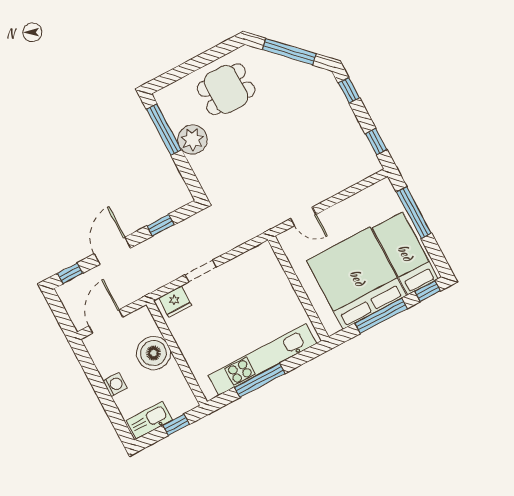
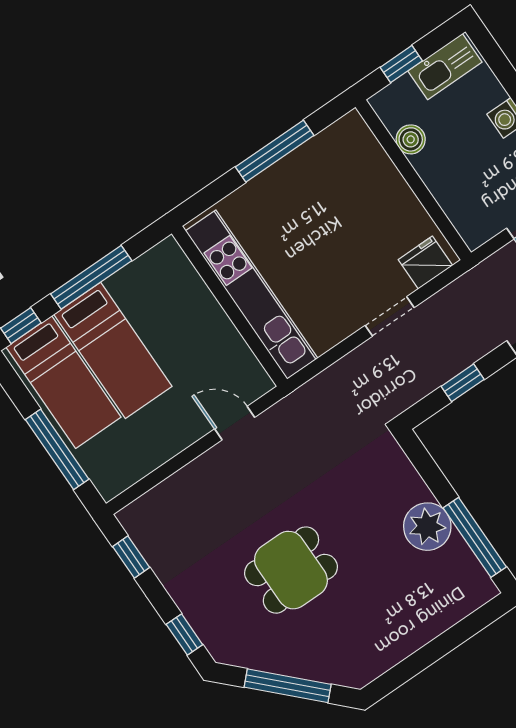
dining table: (226, 89) -> (291, 570), moved
bed: (357, 278) -> (113, 350), width x0.49
boiler: (153, 353) -> (411, 139), moved, width x0.54, depth x0.54
kitchen unit: (262, 359) -> (252, 295), moved, turned -90

